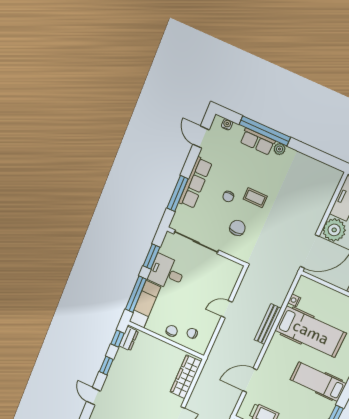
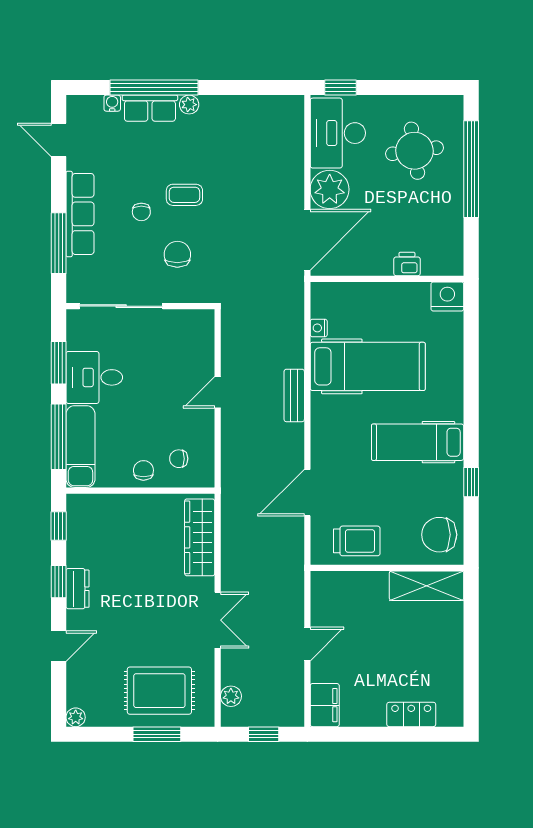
water cooler: (227, 124) -> (112, 103), moved
bench: (268, 324) -> (294, 395), width x0.73
dresser: (129, 339) -> (78, 589), moved
door: (94, 396) -> (59, 646), swing flipped

